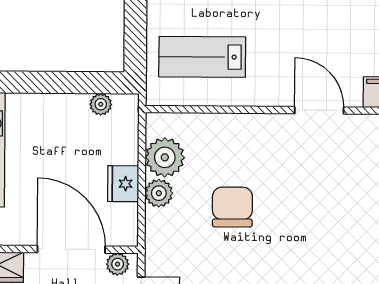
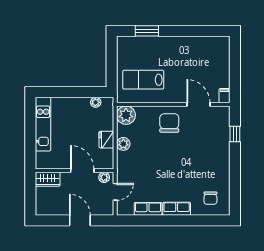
plant: (165, 157) -> (126, 115), moved
chair: (232, 207) -> (169, 123), moved
door: (71, 249) -> (82, 171), width x0.73

